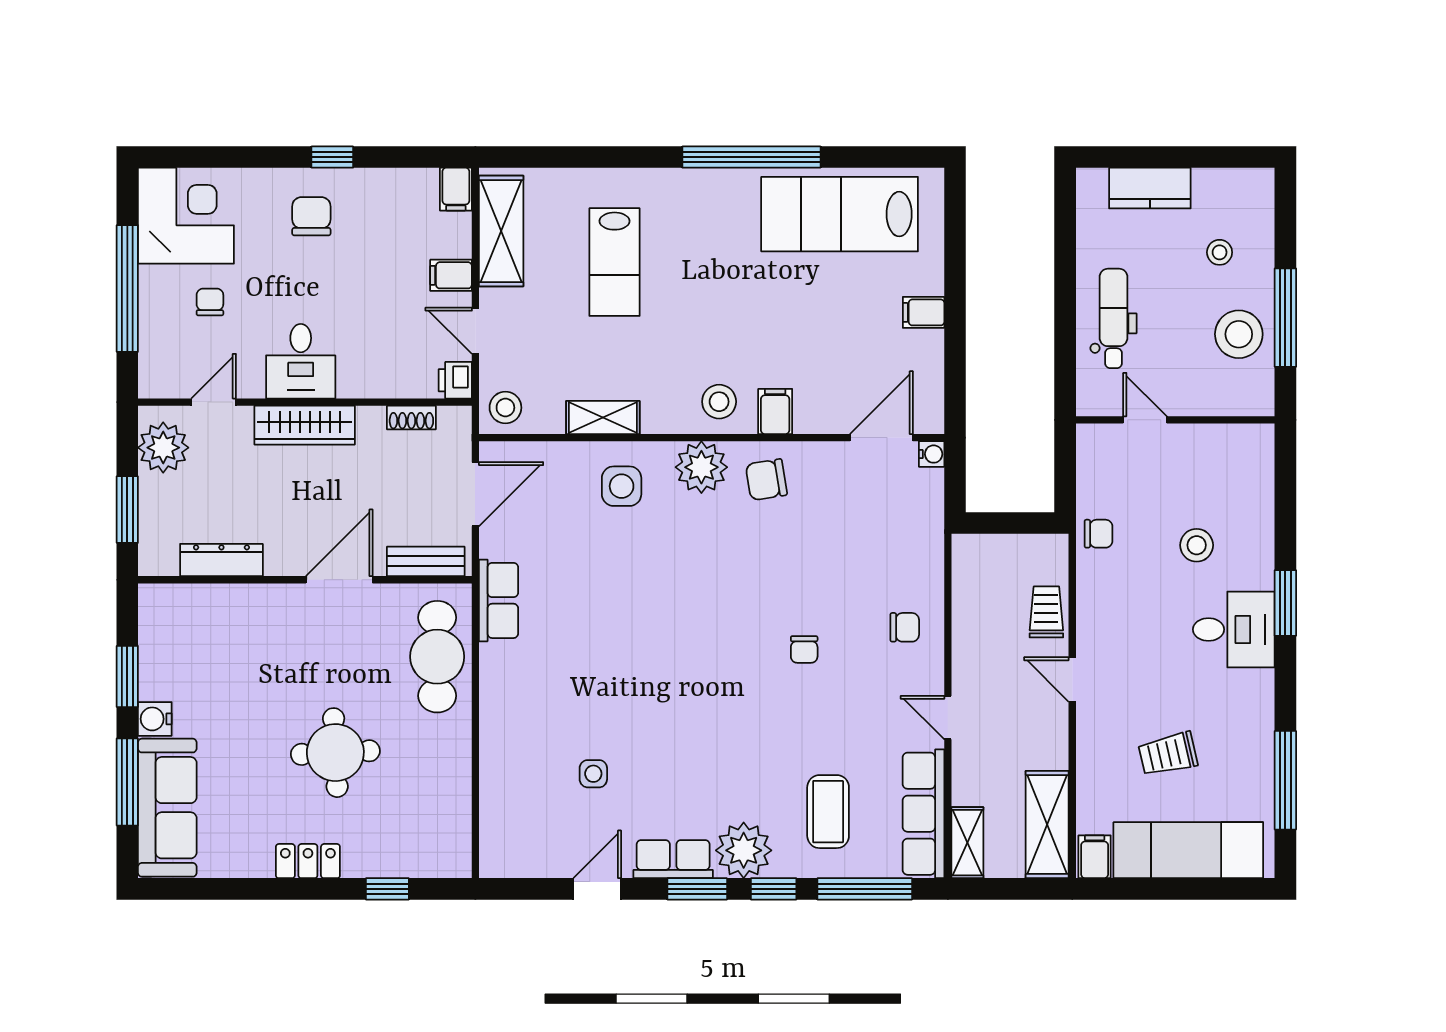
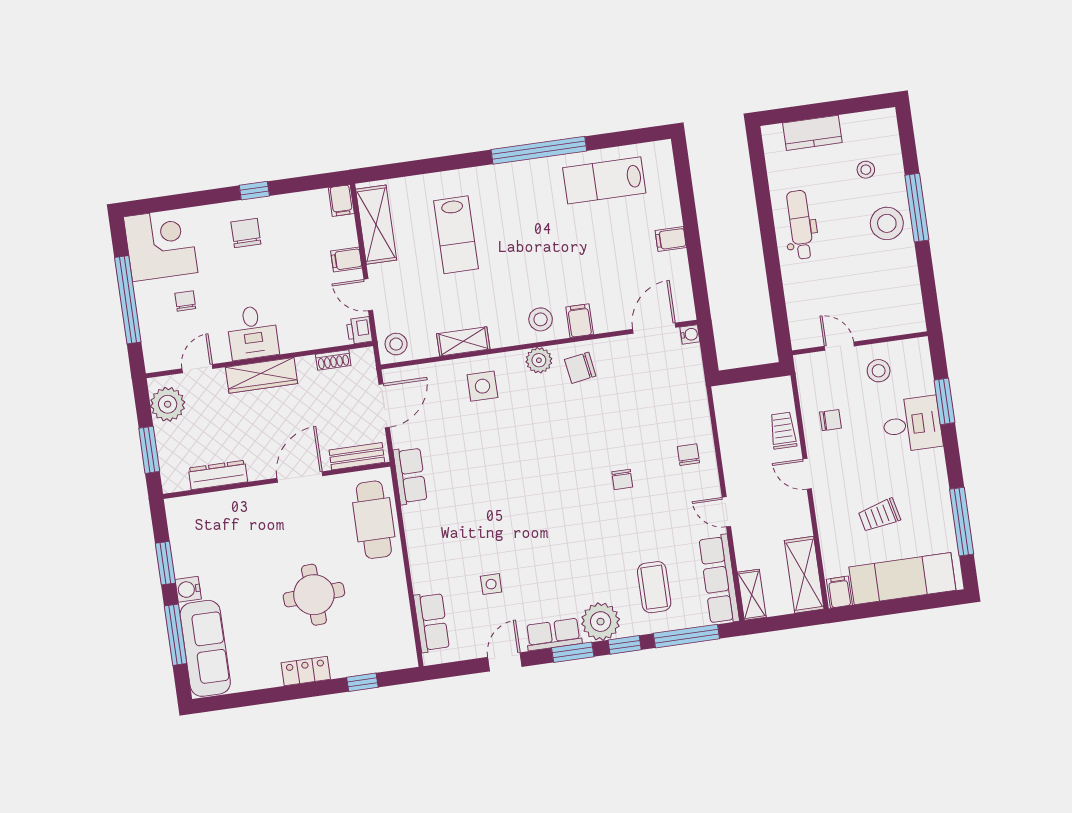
lab bench: (840, 214) -> (604, 180), width x0.73, depth x0.72
door: (1145, 420) -> (839, 346), moved
wall: (1175, 420) -> (860, 343), moved
plant: (701, 467) -> (539, 360), width x0.73, depth x0.73
chair: (1098, 534) -> (831, 420), moved
chair: (905, 627) -> (688, 455), turned -90
row of seats: (499, 816) -> (432, 622), added

